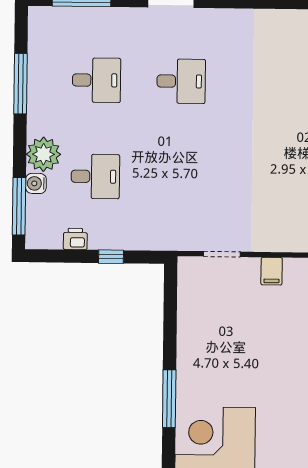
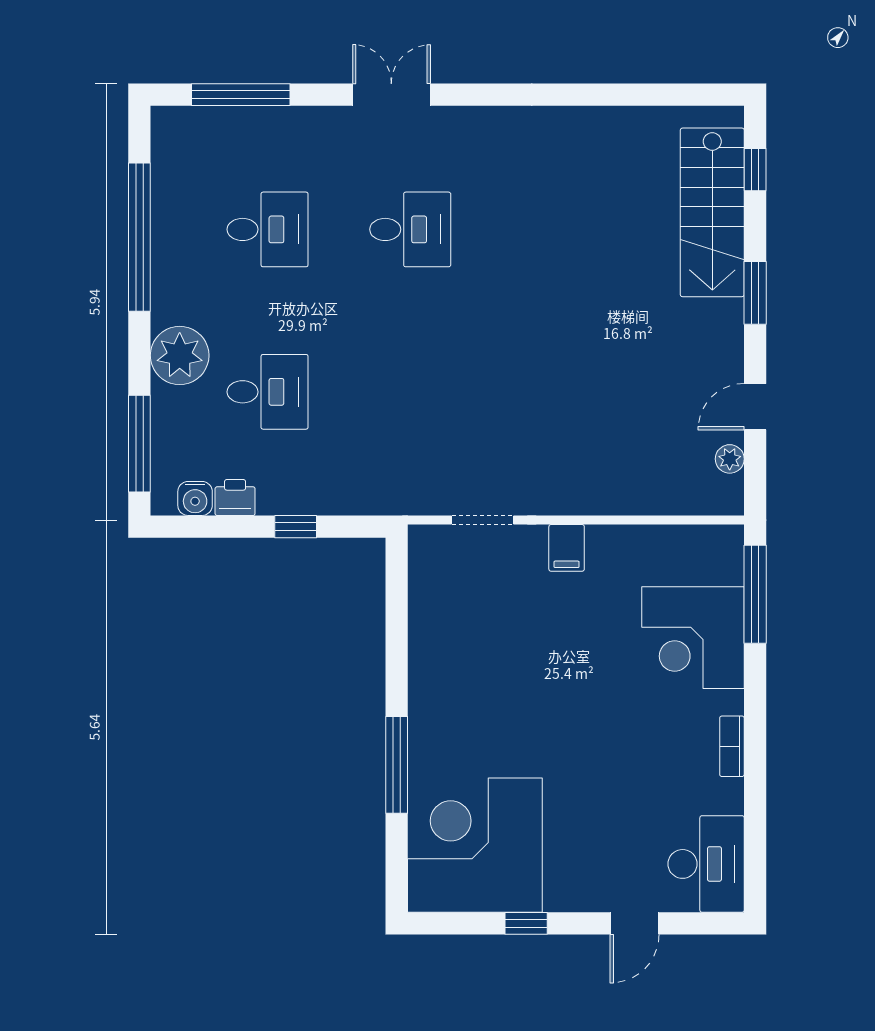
window: (20, 84) -> (139, 237), width x1.46
water cooler: (36, 183) -> (195, 498), moved, turned -90

